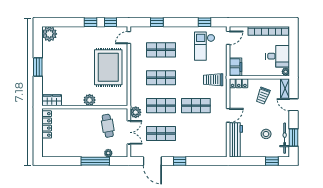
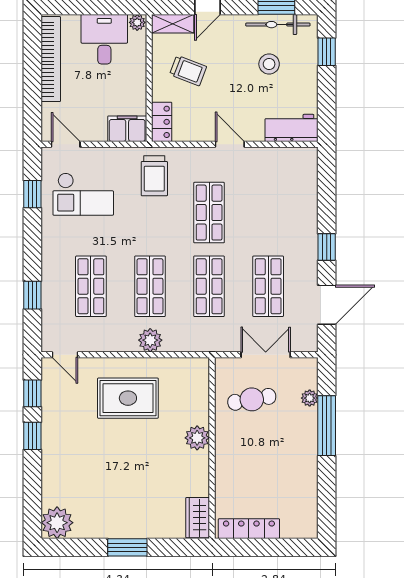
rug: (108, 67) -> (128, 398), width x0.73, depth x0.69
plant: (136, 112) -> (150, 340), moved
workbench: (236, 140) -> (292, 128), width x0.73

